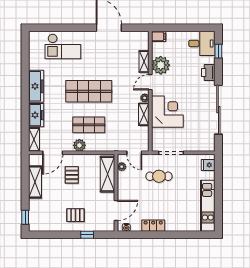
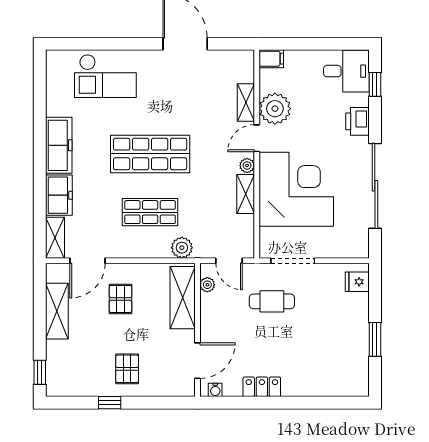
corner desk: (167, 112) -> (296, 189), width x1.36, depth x1.36
plant: (79, 145) -> (182, 248), moved
window: (218, 198) -> (375, 339), added
kitchen unit: (208, 206) -> (357, 352), removed
pallet: (75, 215) -> (127, 369), turned 90
window: (87, 235) -> (110, 403), moved

